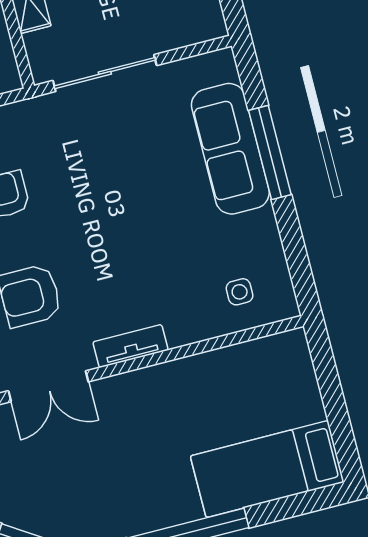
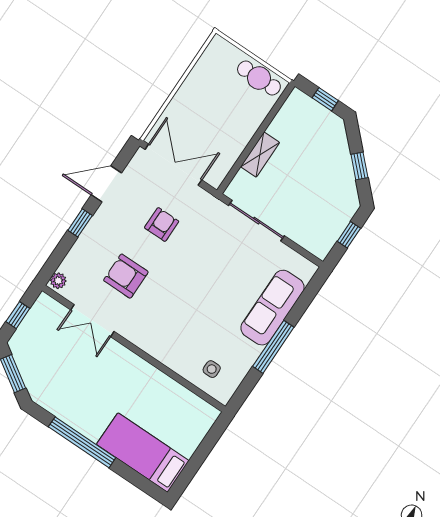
window: (270, 152) -> (273, 347), moved
tv unit: (130, 346) -> (143, 342), removed

